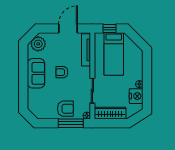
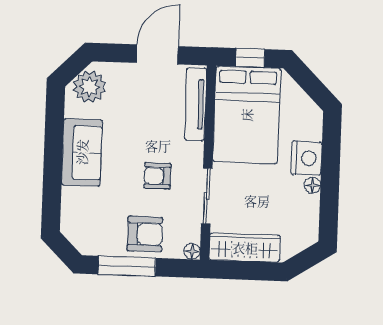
bed: (114, 54) -> (247, 115), width x1.50
armchair: (62, 72) -> (157, 176), moved
nightstand: (136, 96) -> (306, 158), moved
window: (71, 123) -> (127, 266), moved

